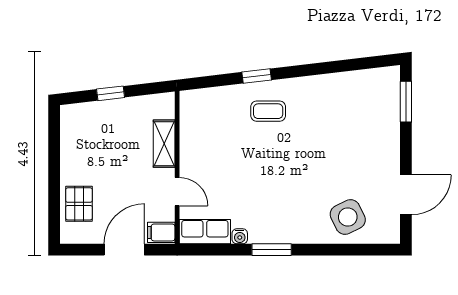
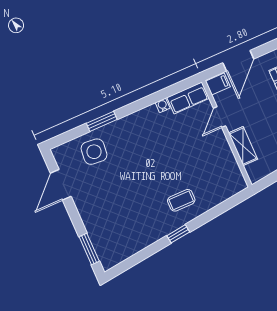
window: (257, 76) -> (178, 234), moved
door: (177, 192) -> (219, 117), hinge flipped
side table: (348, 217) -> (94, 152), turned 32
window: (272, 250) -> (102, 121), moved

